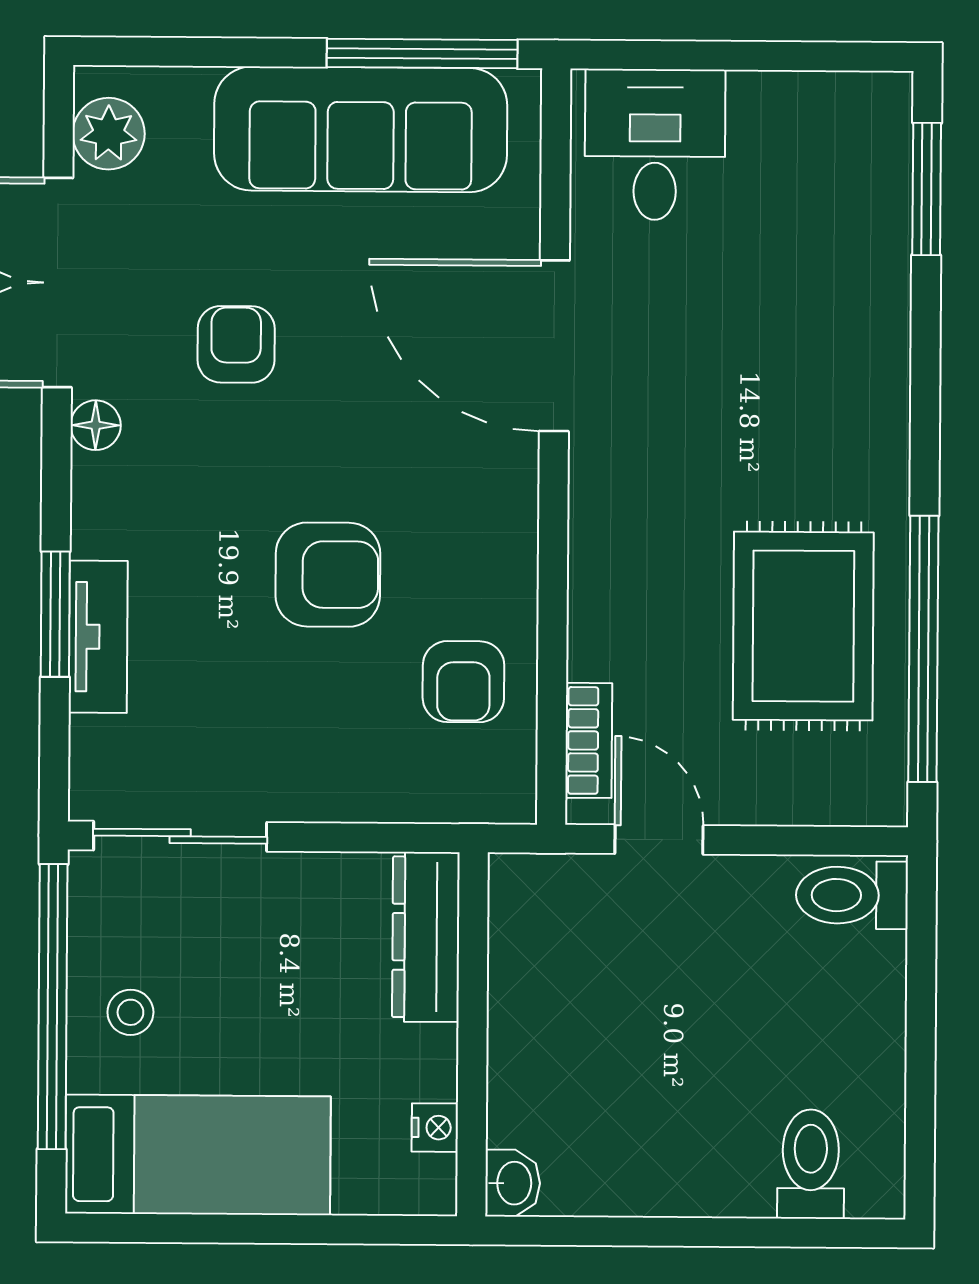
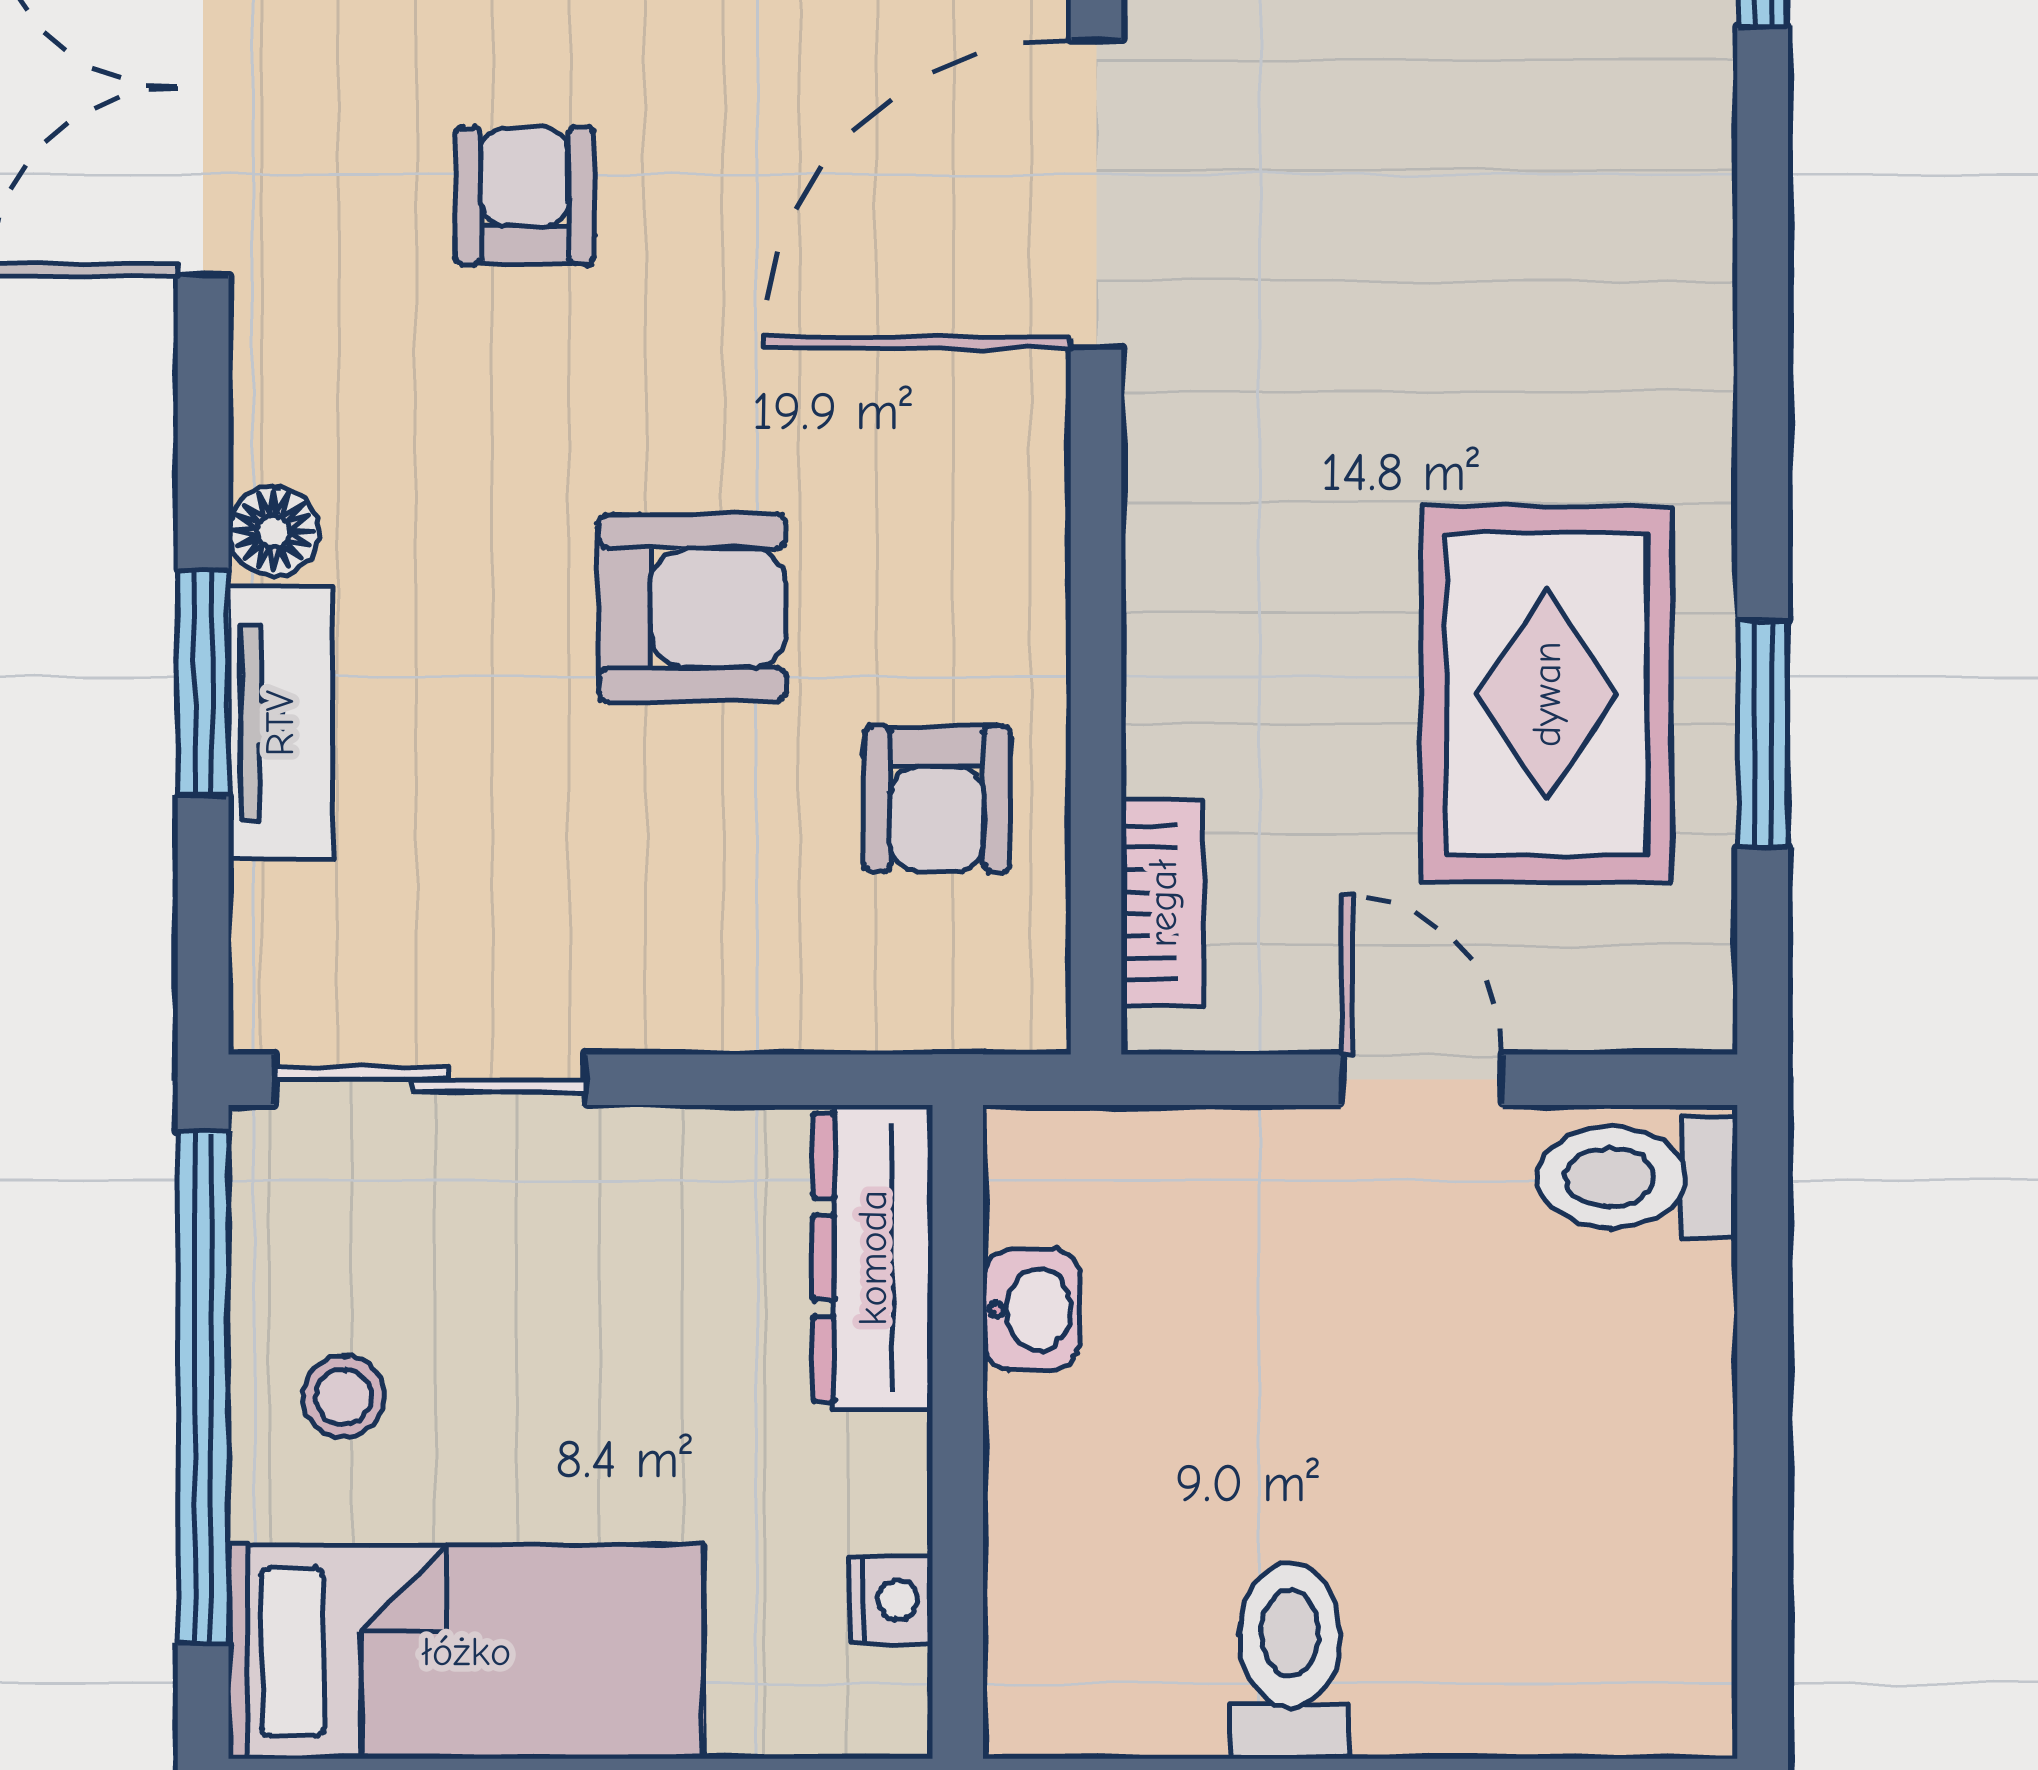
door: (554, 346) -> (1096, 194), hinge flipped
floor lamp: (96, 425) -> (273, 531), moved
window: (923, 649) -> (1763, 734), width x0.47
door: (659, 840) -> (1422, 1080), moved
toilet: (811, 1164) -> (1290, 1661), moved
washbasin: (513, 1183) -> (1032, 1310), moved

